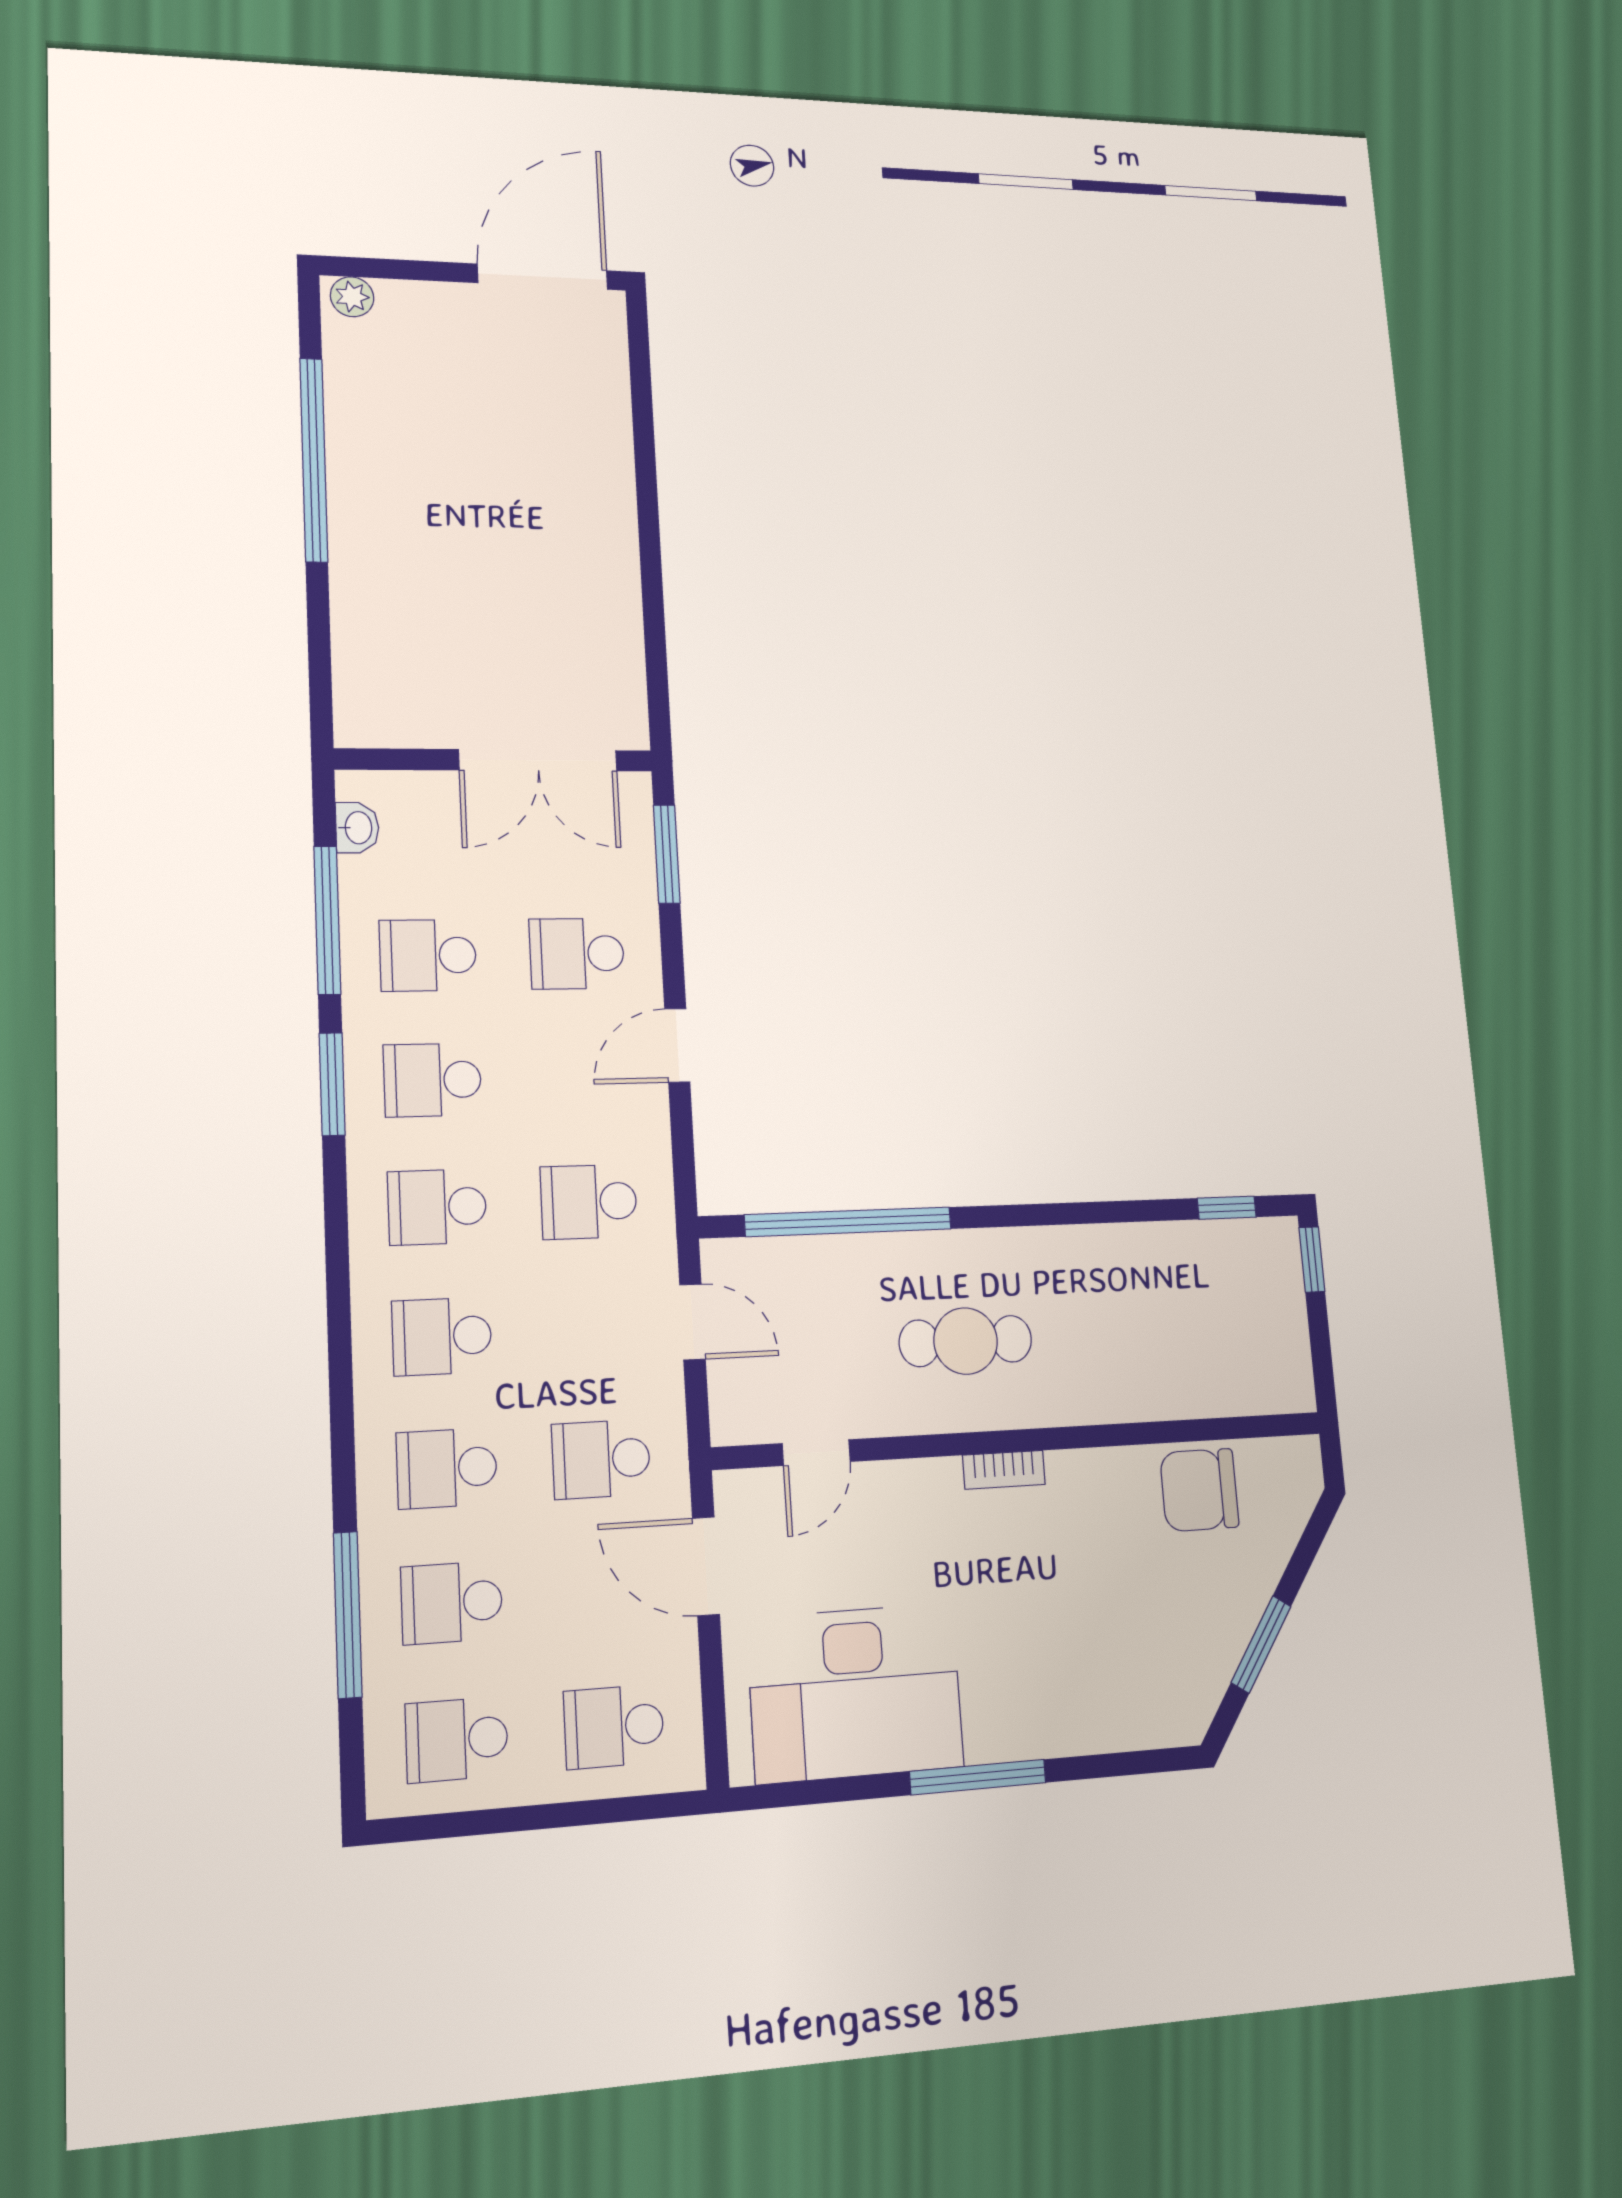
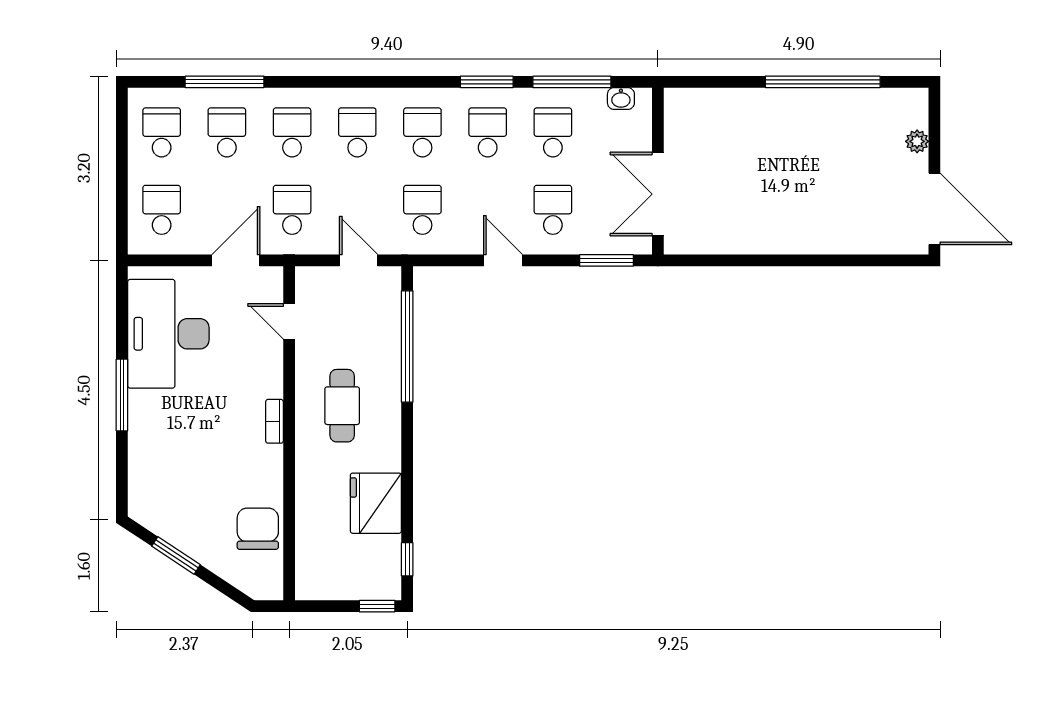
plant: (352, 297) -> (917, 141), moved
fridge: (1135, 1269) -> (376, 503), added
door: (692, 1322) -> (359, 260), swing flipped

